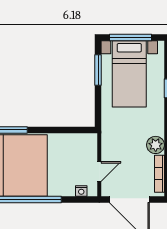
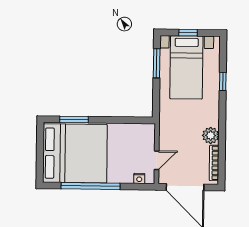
window: (131, 38) -> (188, 33), width x0.46

